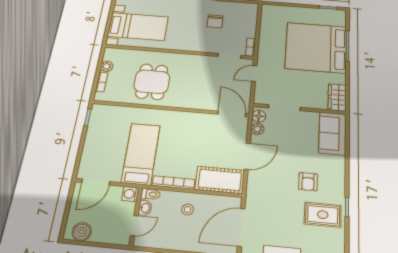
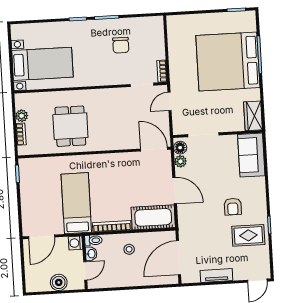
door: (247, 156) -> (175, 190), hinge flipped
boiler: (82, 232) -> (59, 282), moved

